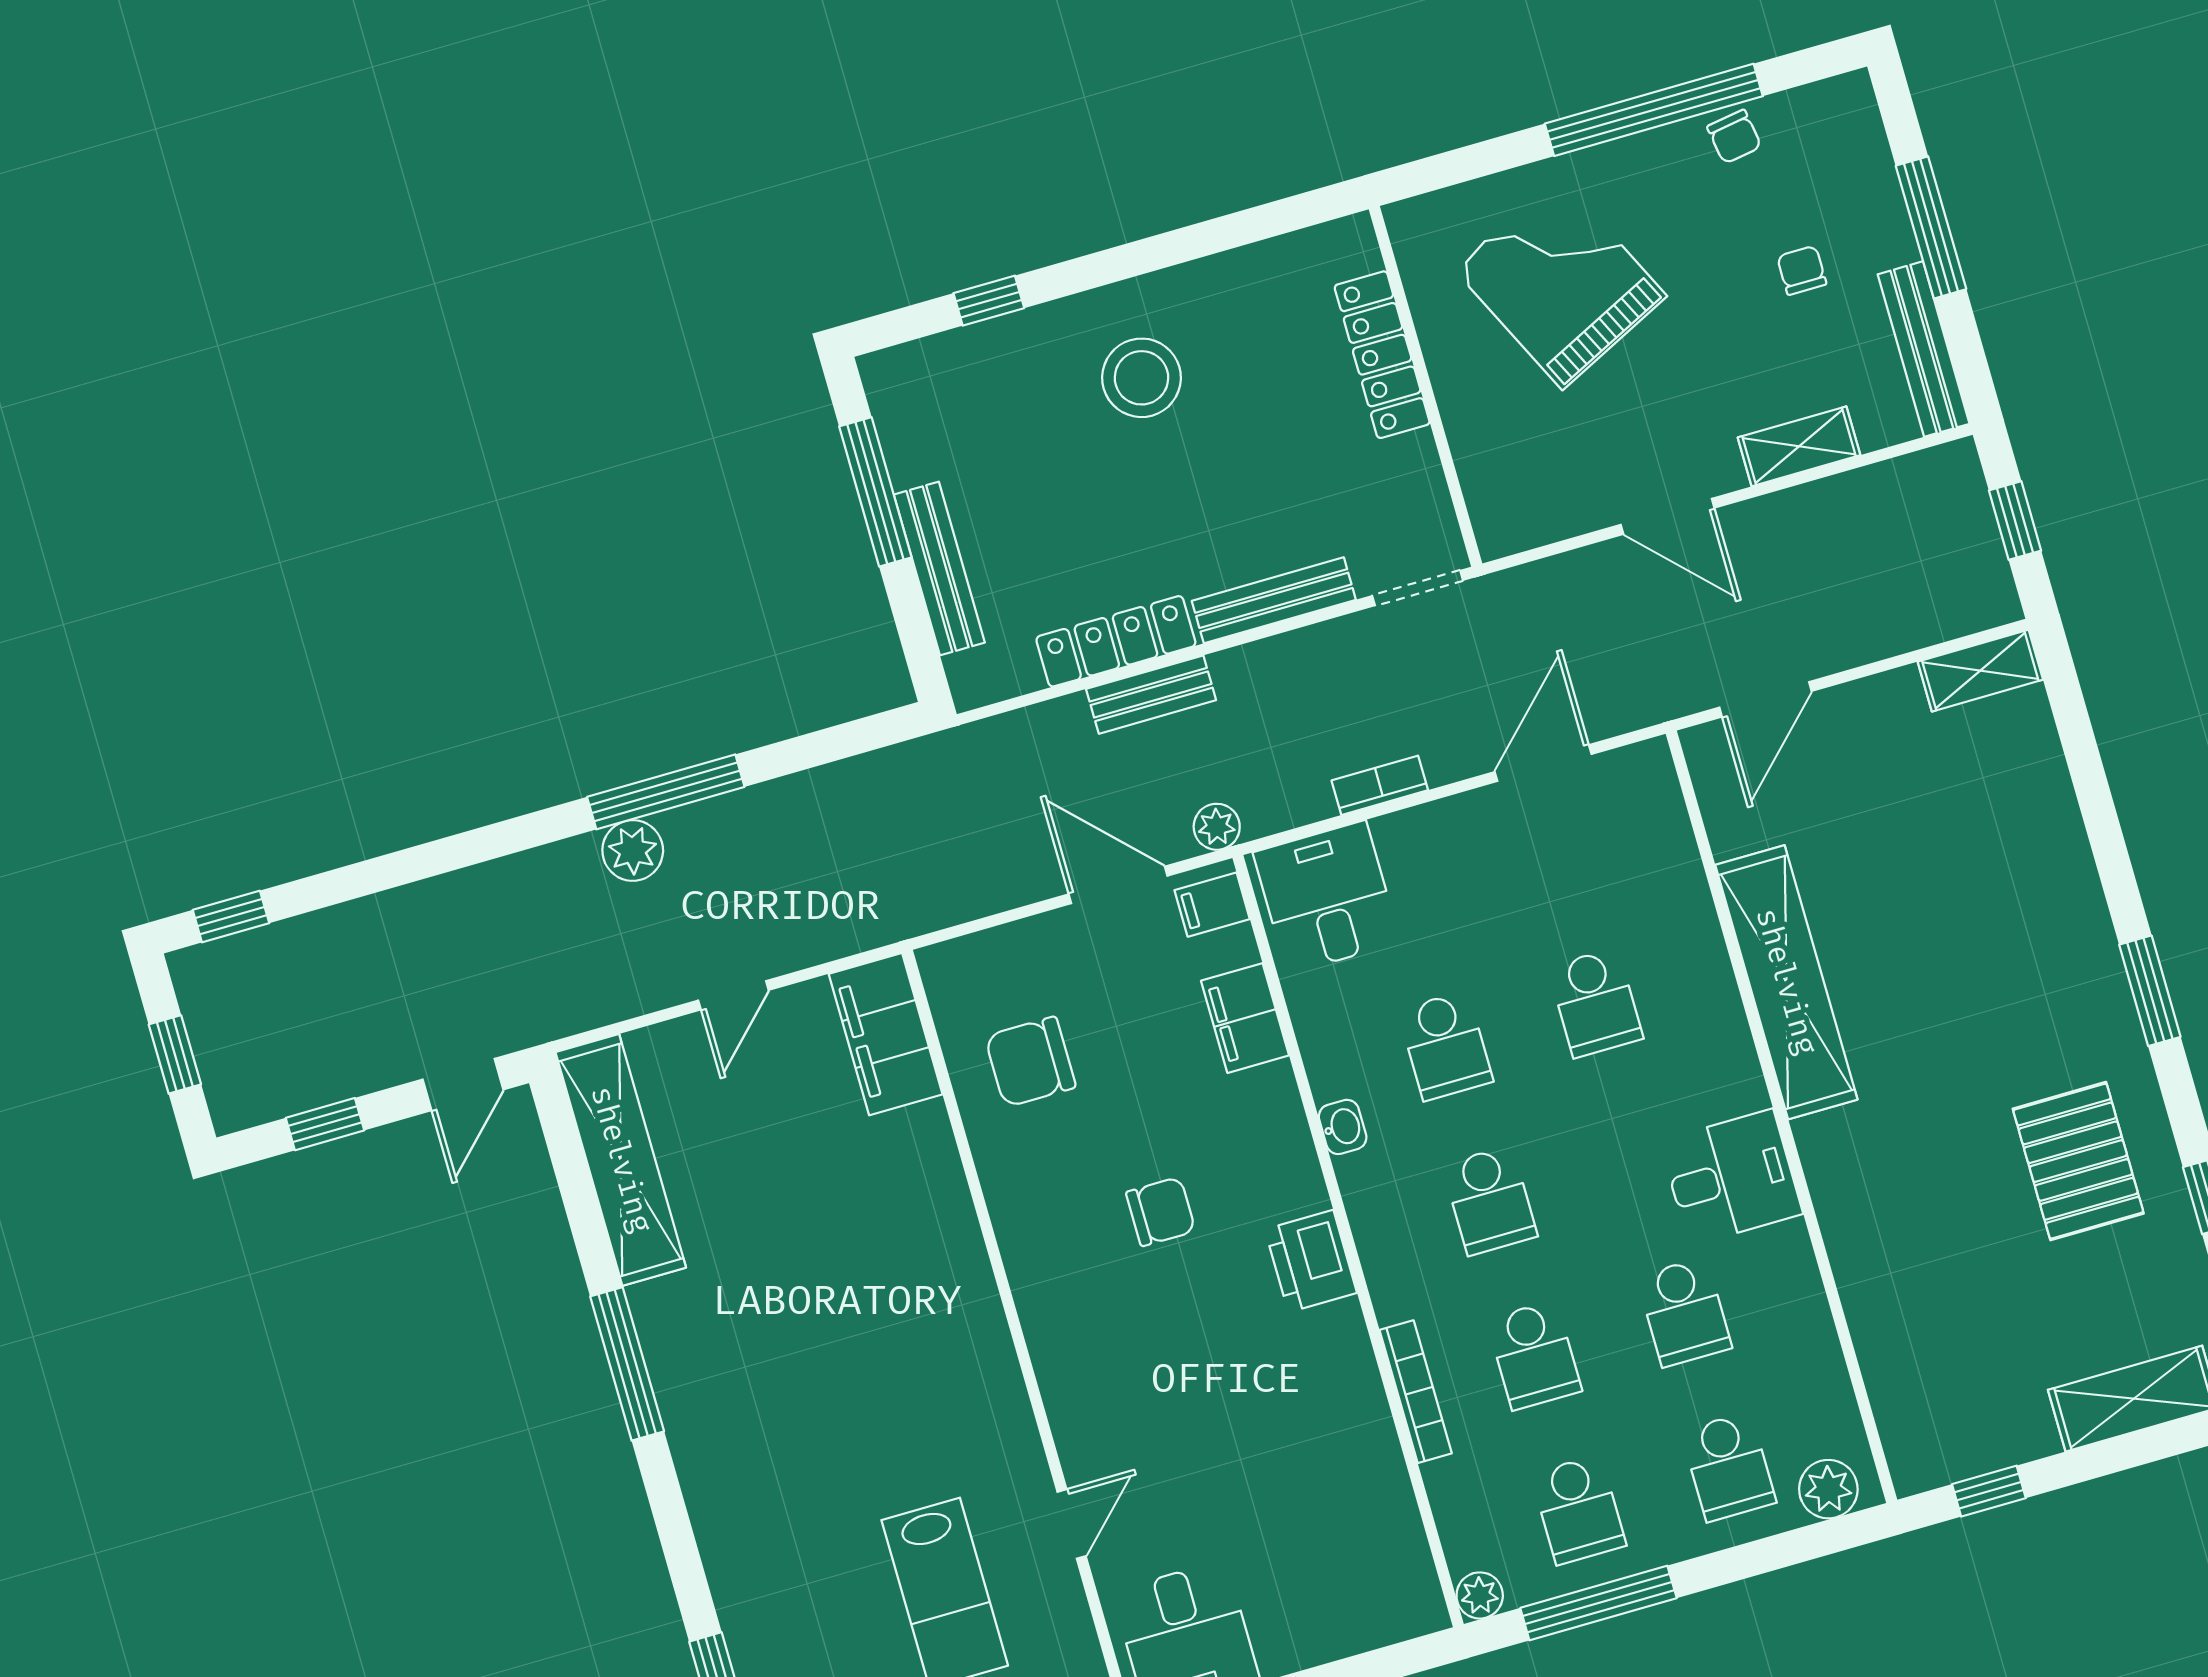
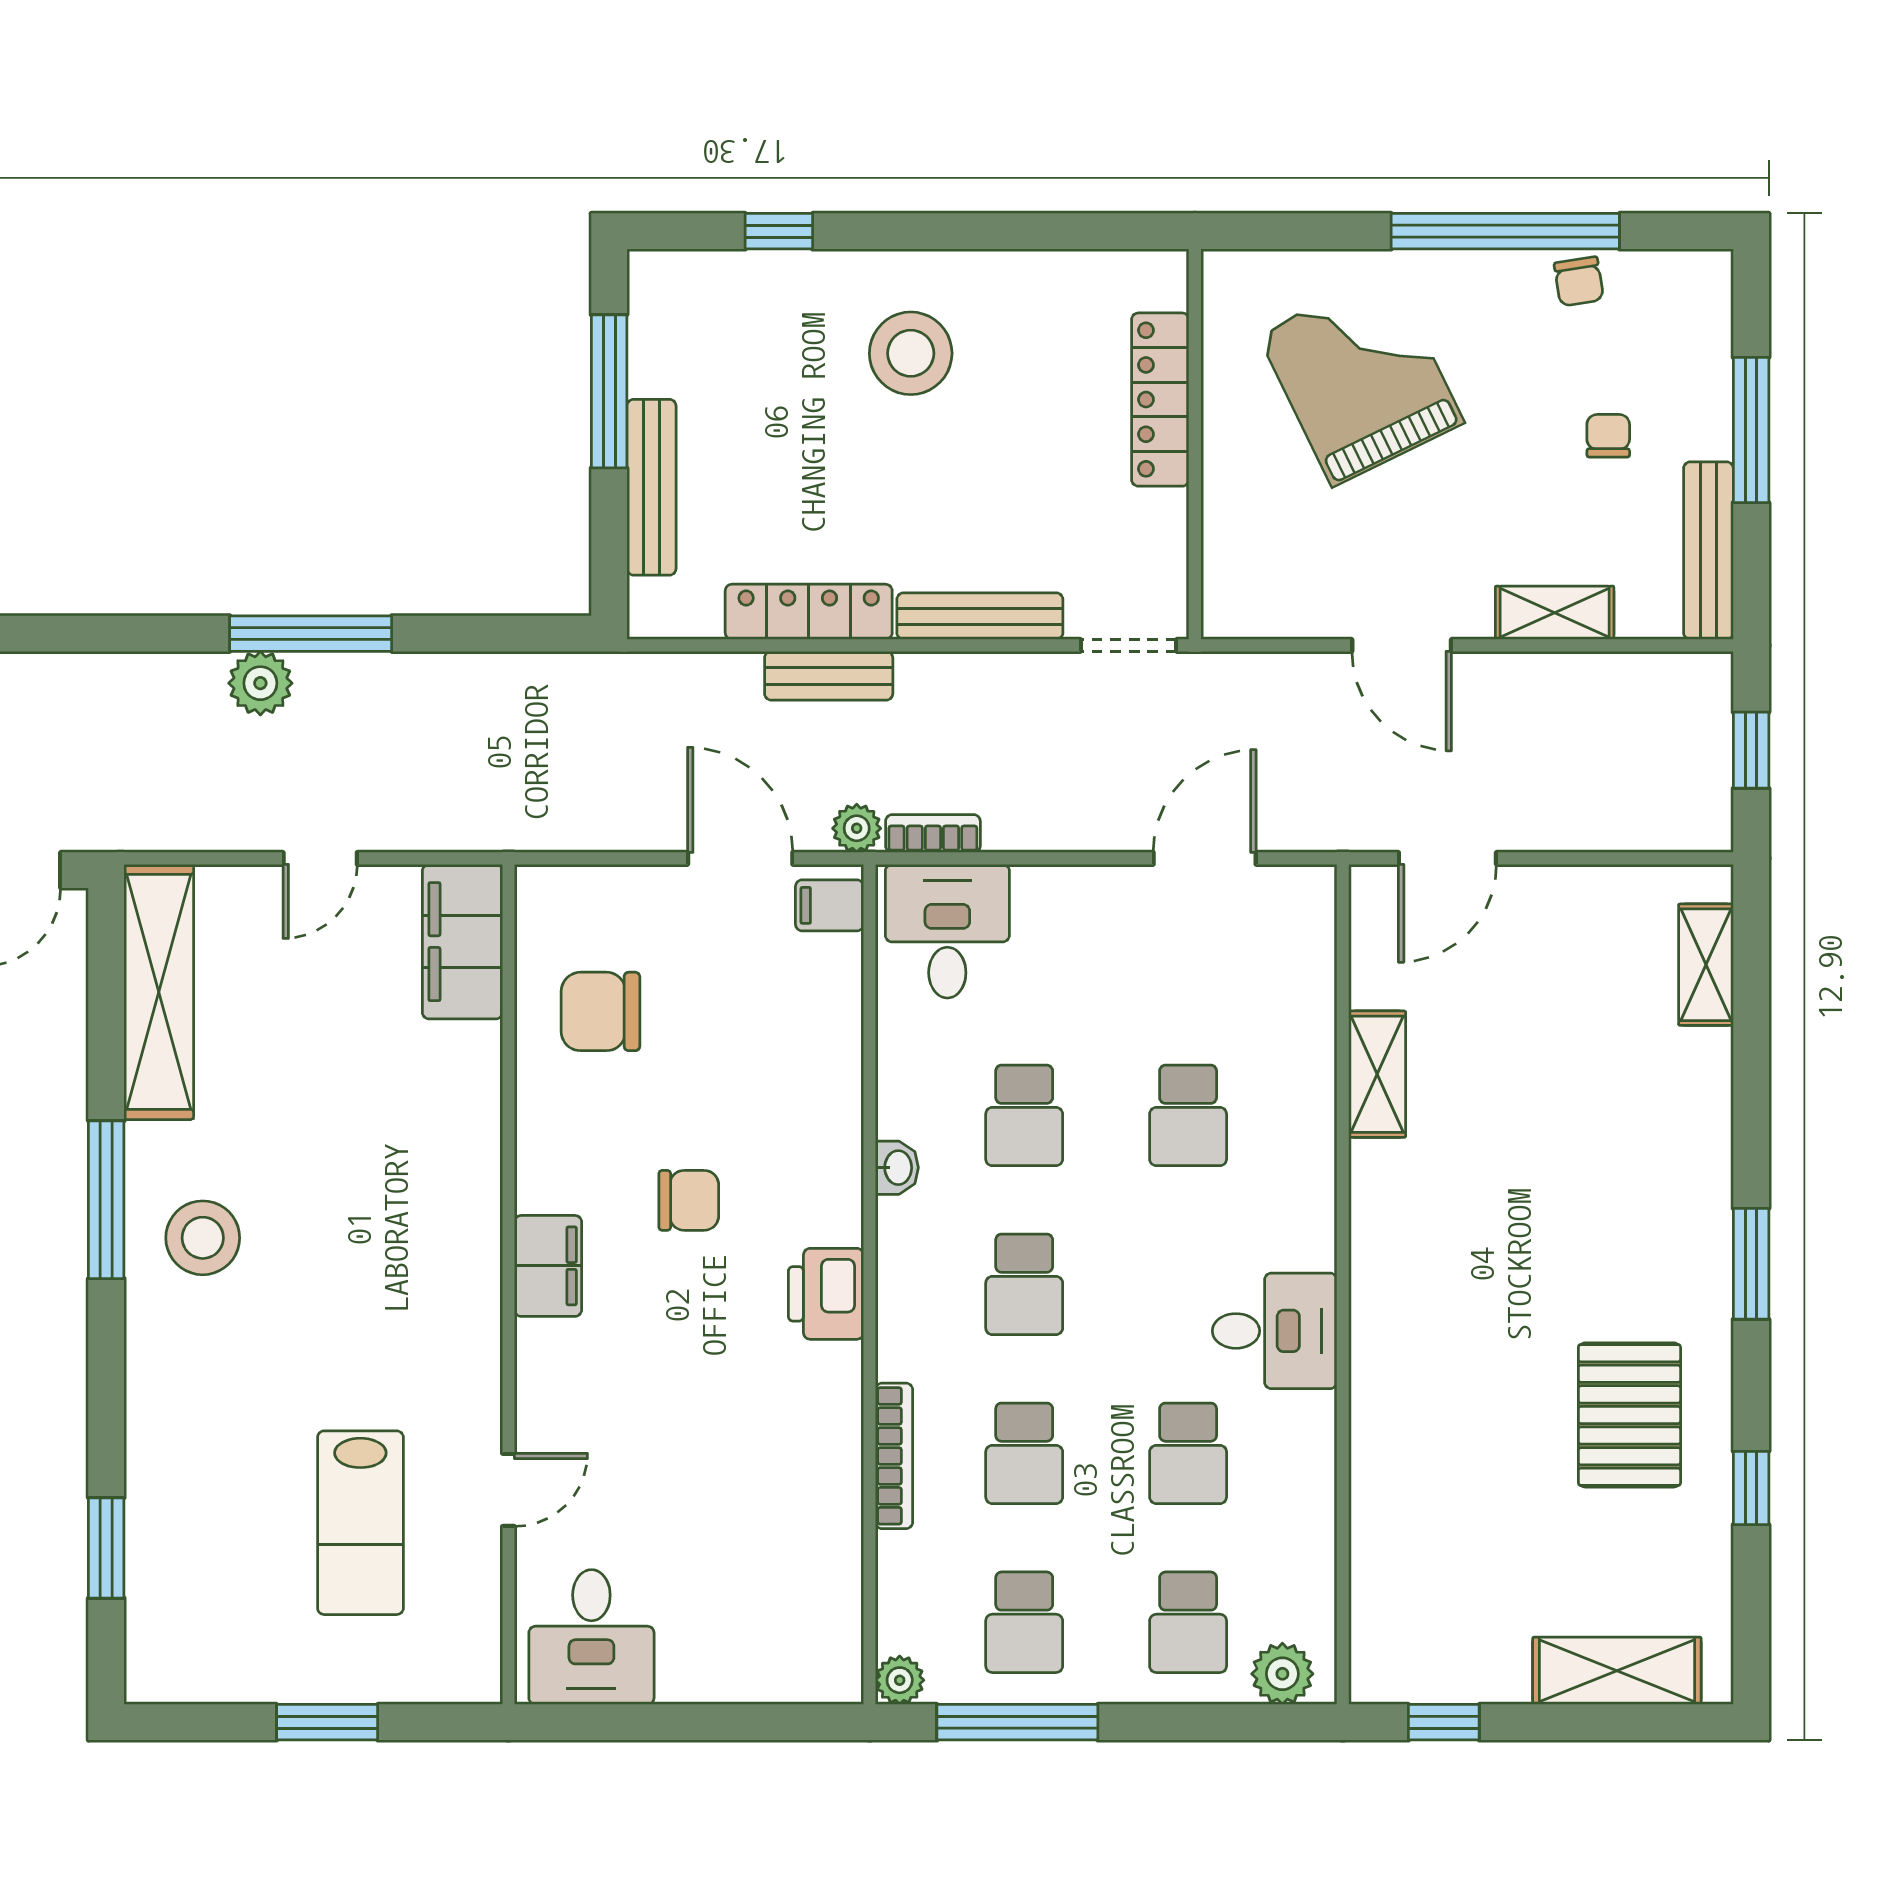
shelving: (1980, 671) -> (1706, 965), moved, turned 90
bookcase: (1380, 785) -> (933, 834), moved
shelving: (1786, 982) -> (1377, 1074), width x0.45, depth x0.75
filing cabinet: (1245, 1018) -> (548, 1266), moved, turned 180
stool: (726, 1373) -> (203, 1238), added

